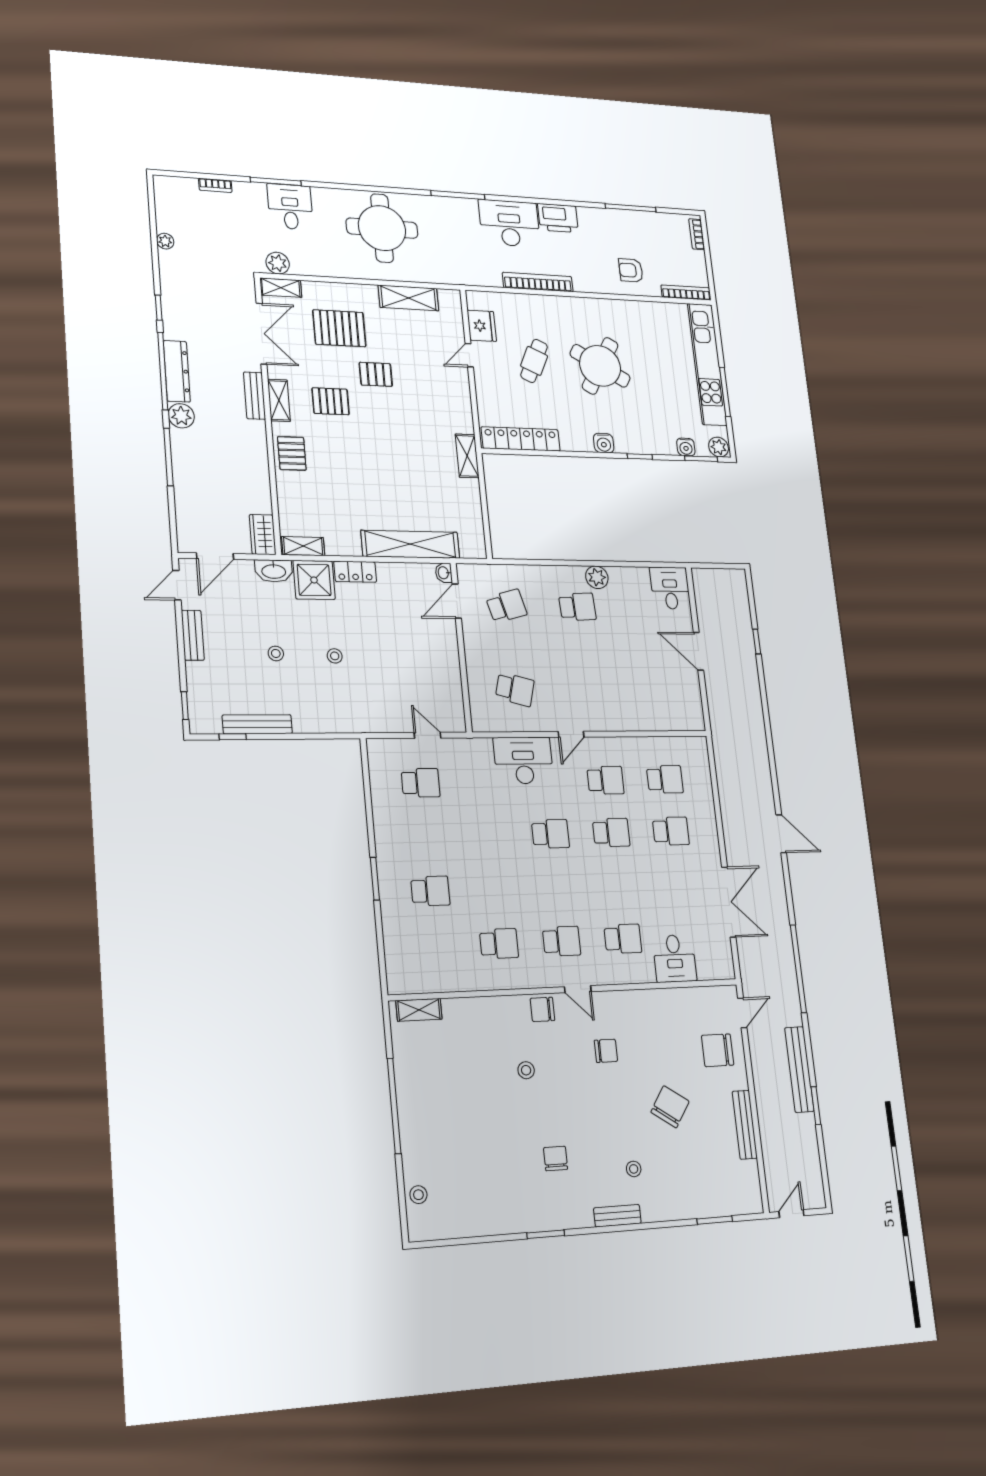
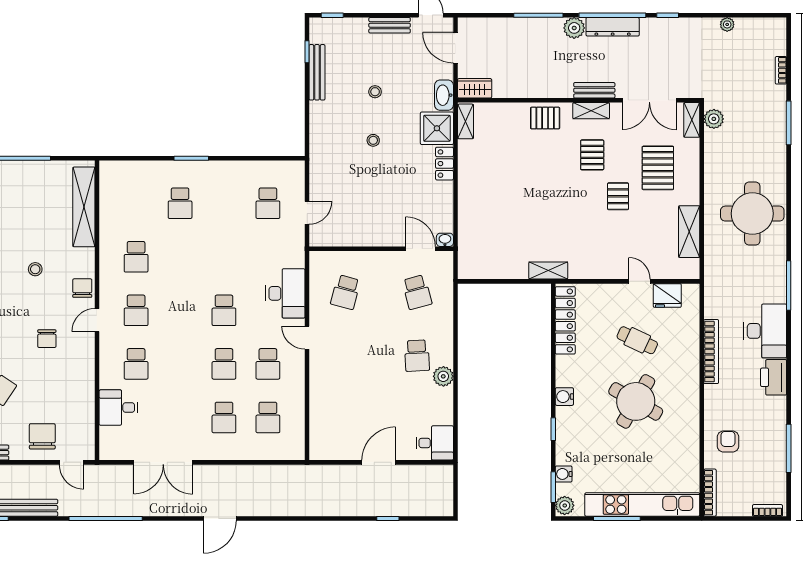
desk: (290, 207) -> (766, 134), removed
shelving: (410, 544) -> (469, 213), removed
shelving: (419, 1010) -> (84, 207), width x2.20, depth x1.33

